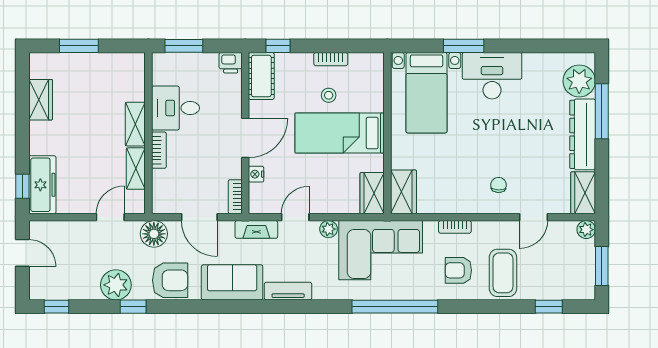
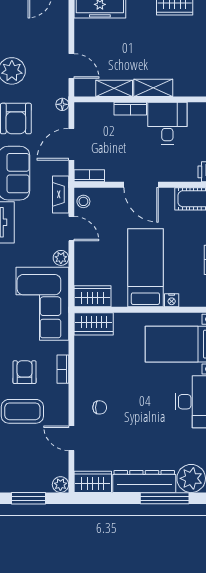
stool: (329, 95) -> (83, 201), moved
nightstand: (256, 174) -> (172, 300), moved, turned 180
floor lamp: (154, 234) -> (62, 104), width x0.53, depth x0.53

